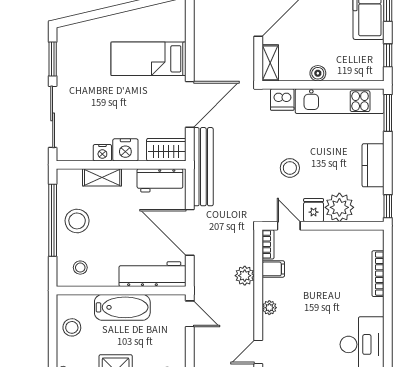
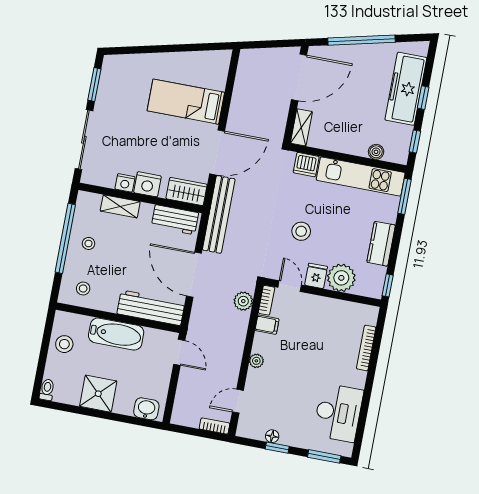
boiler: (318, 73) -> (376, 152), moved
stool: (77, 221) -> (88, 243), width x0.53, depth x0.53
plant: (245, 276) -> (243, 301), moved

